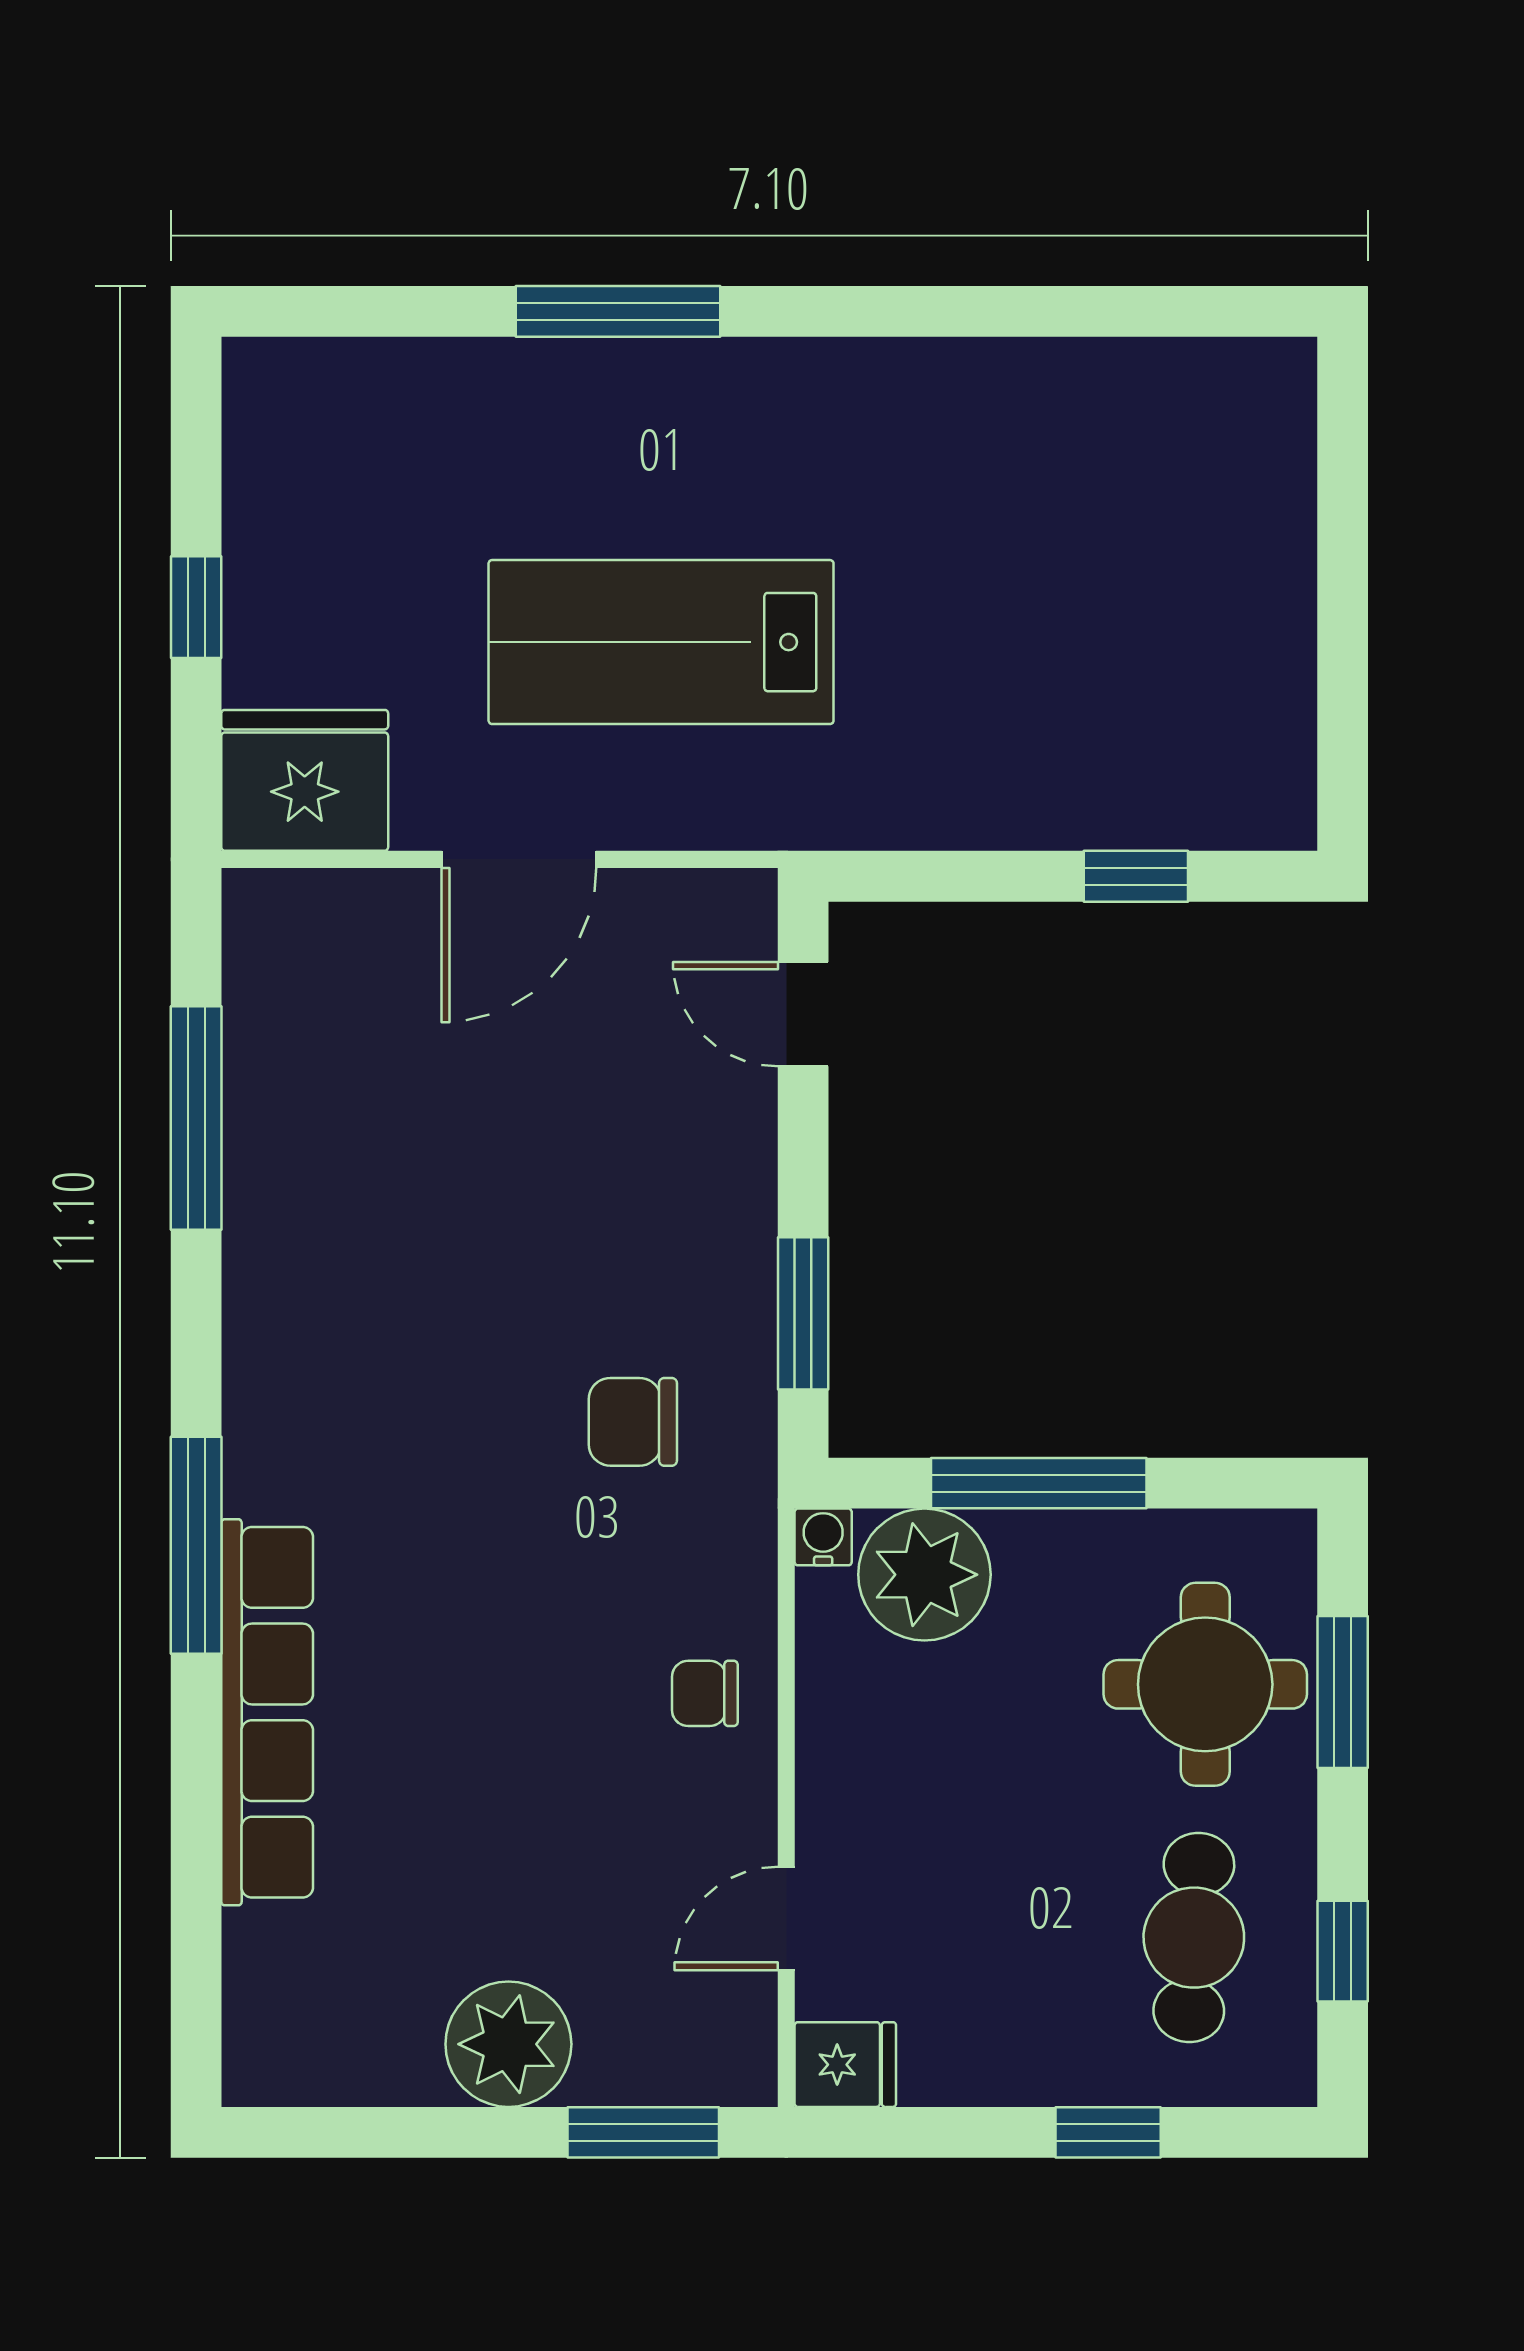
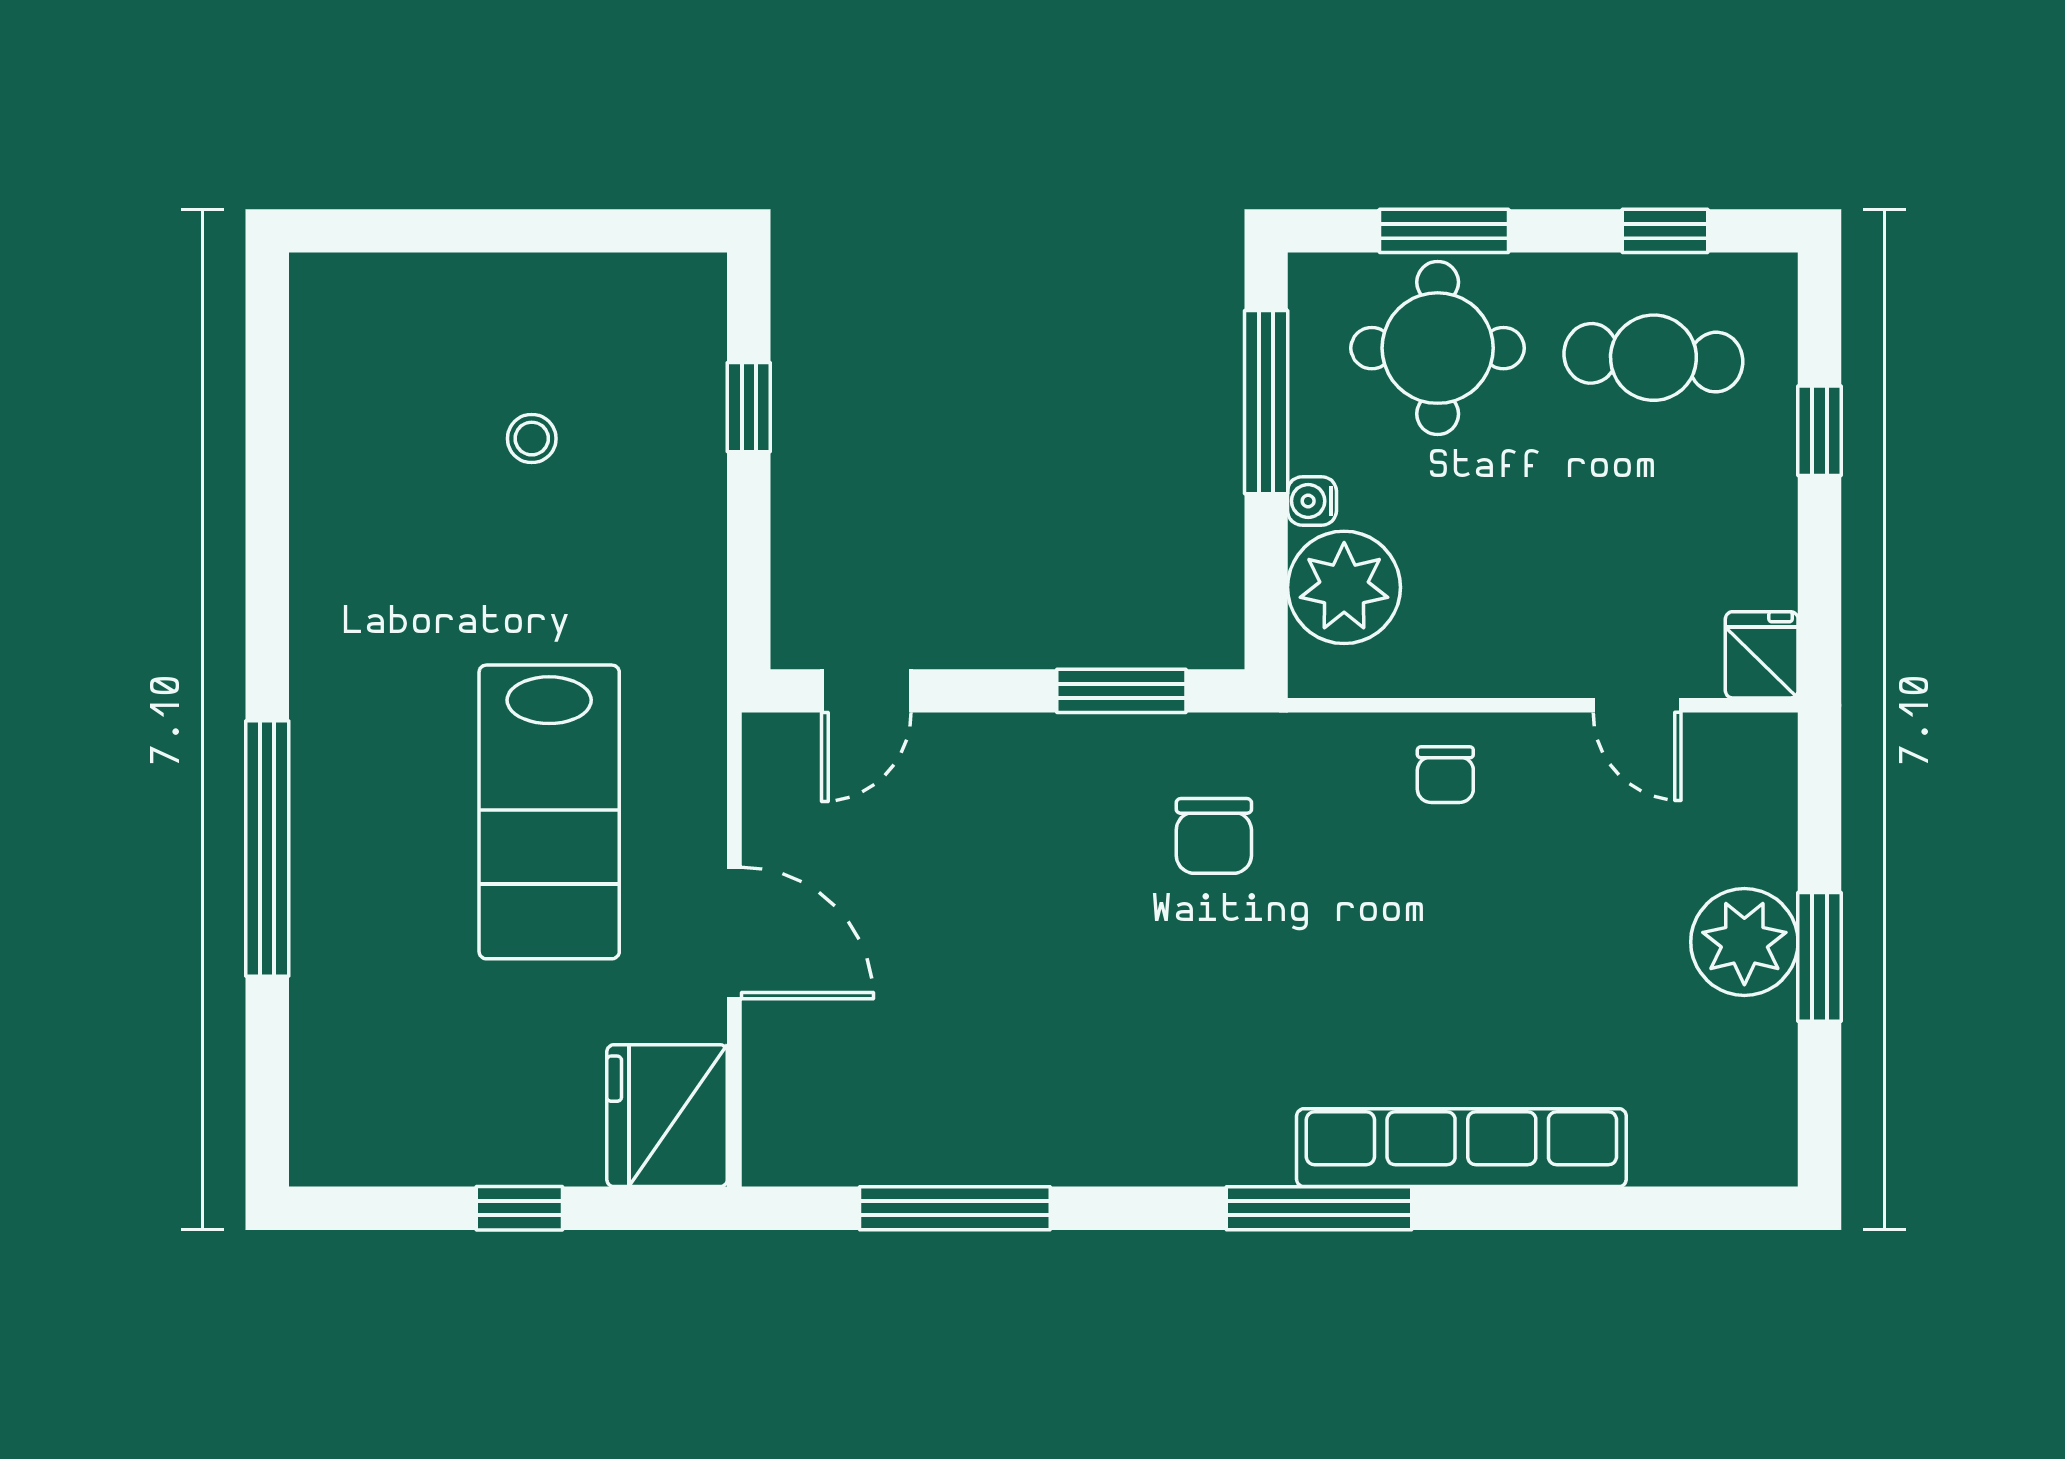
window: (618, 311) -> (267, 849), width x1.46
stool: (1099, 622) -> (532, 439), added
window: (1039, 1483) -> (1266, 402), moved
water cooler: (823, 1537) -> (1312, 501), moved
window: (643, 2132) -> (1819, 957), moved

